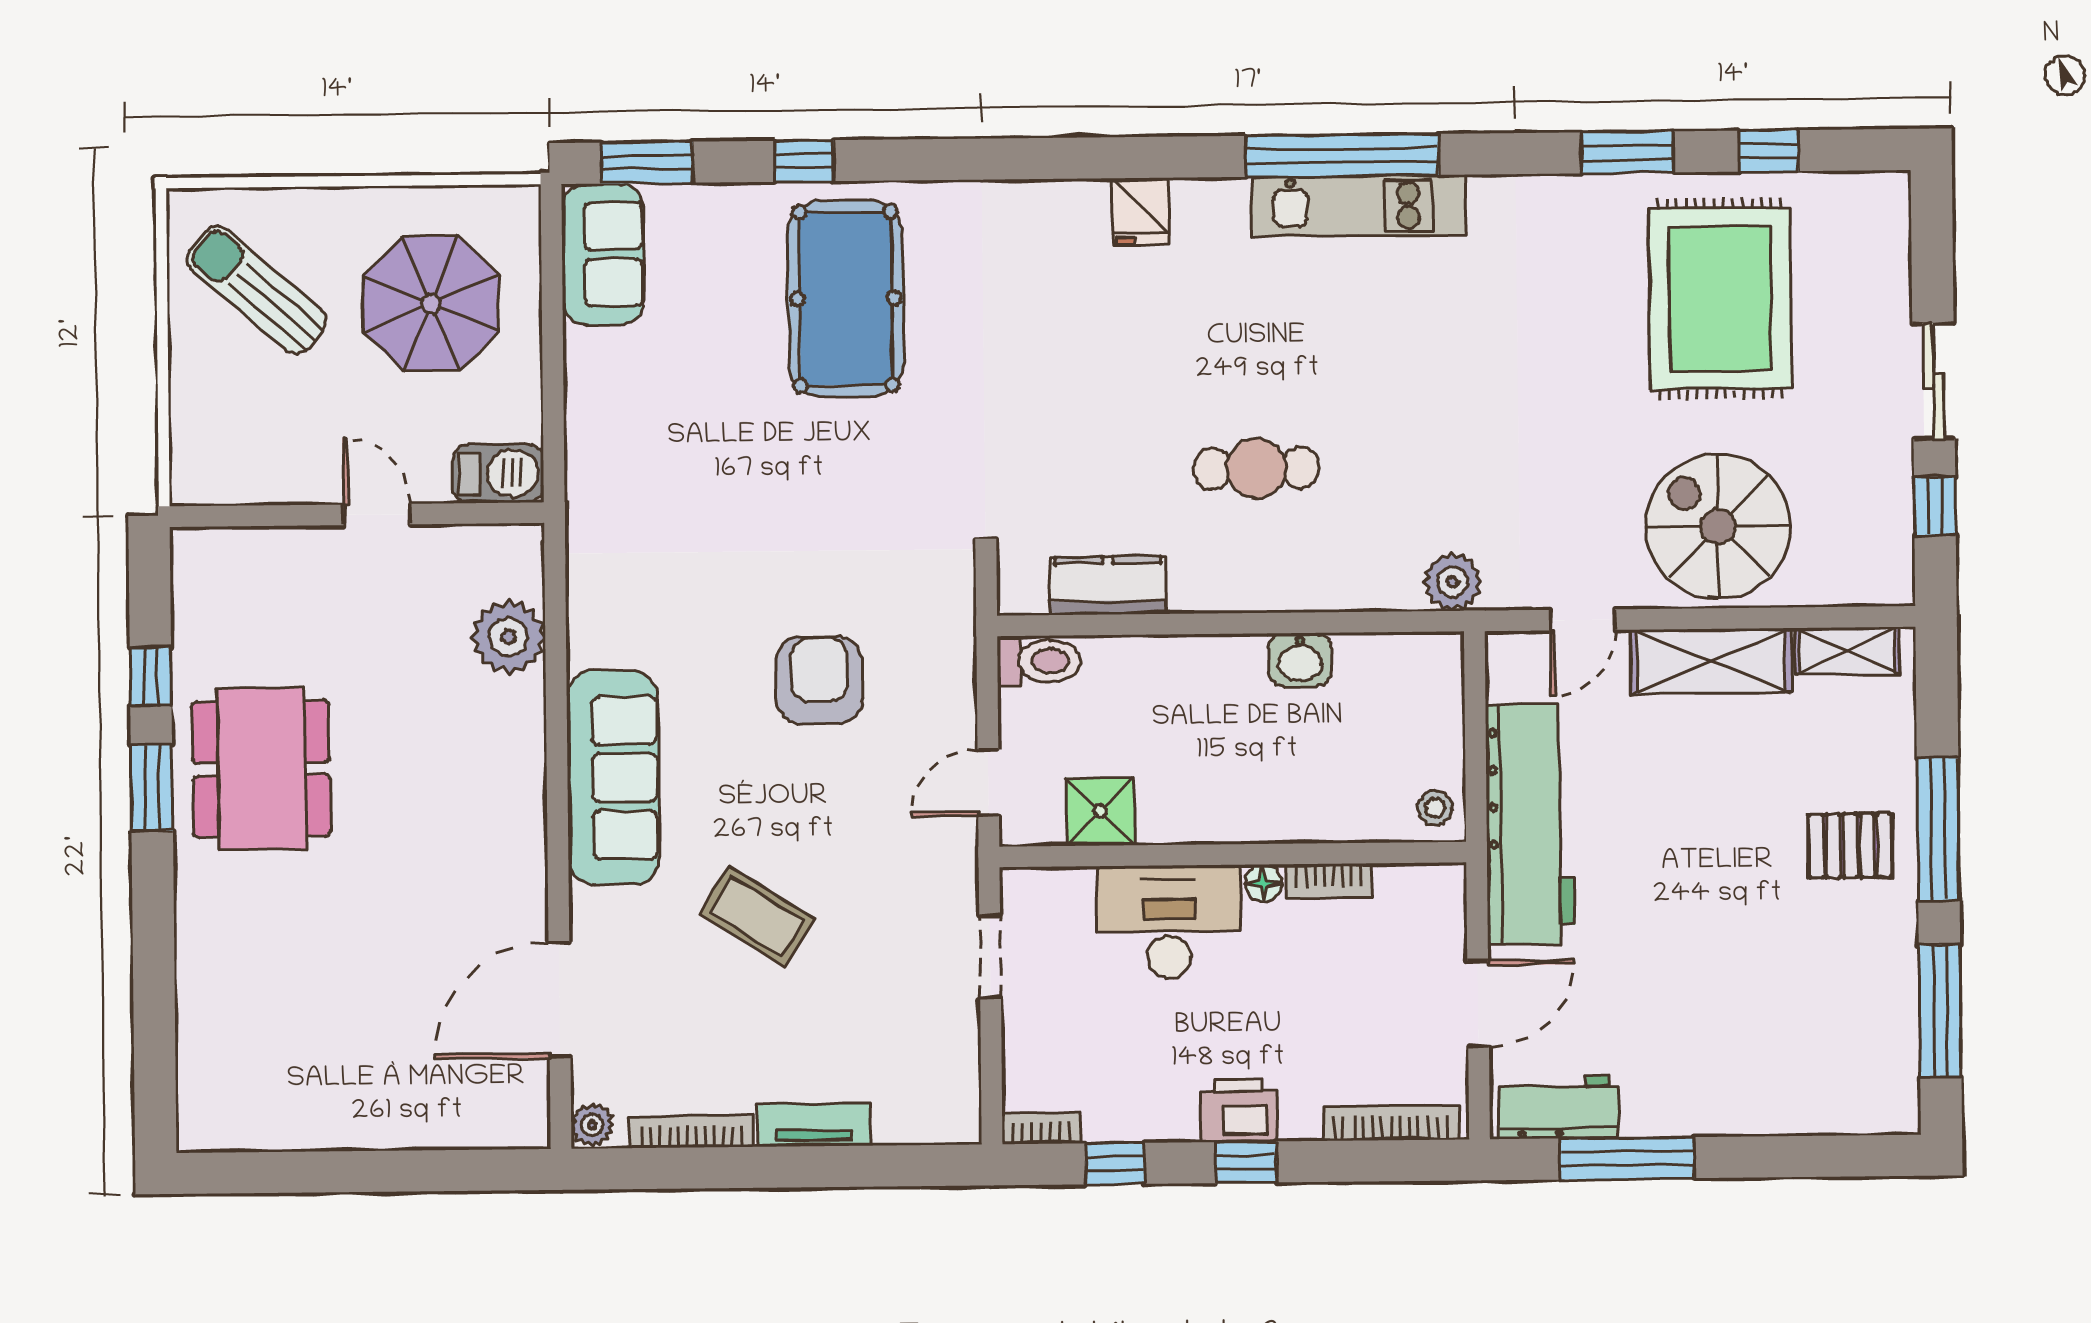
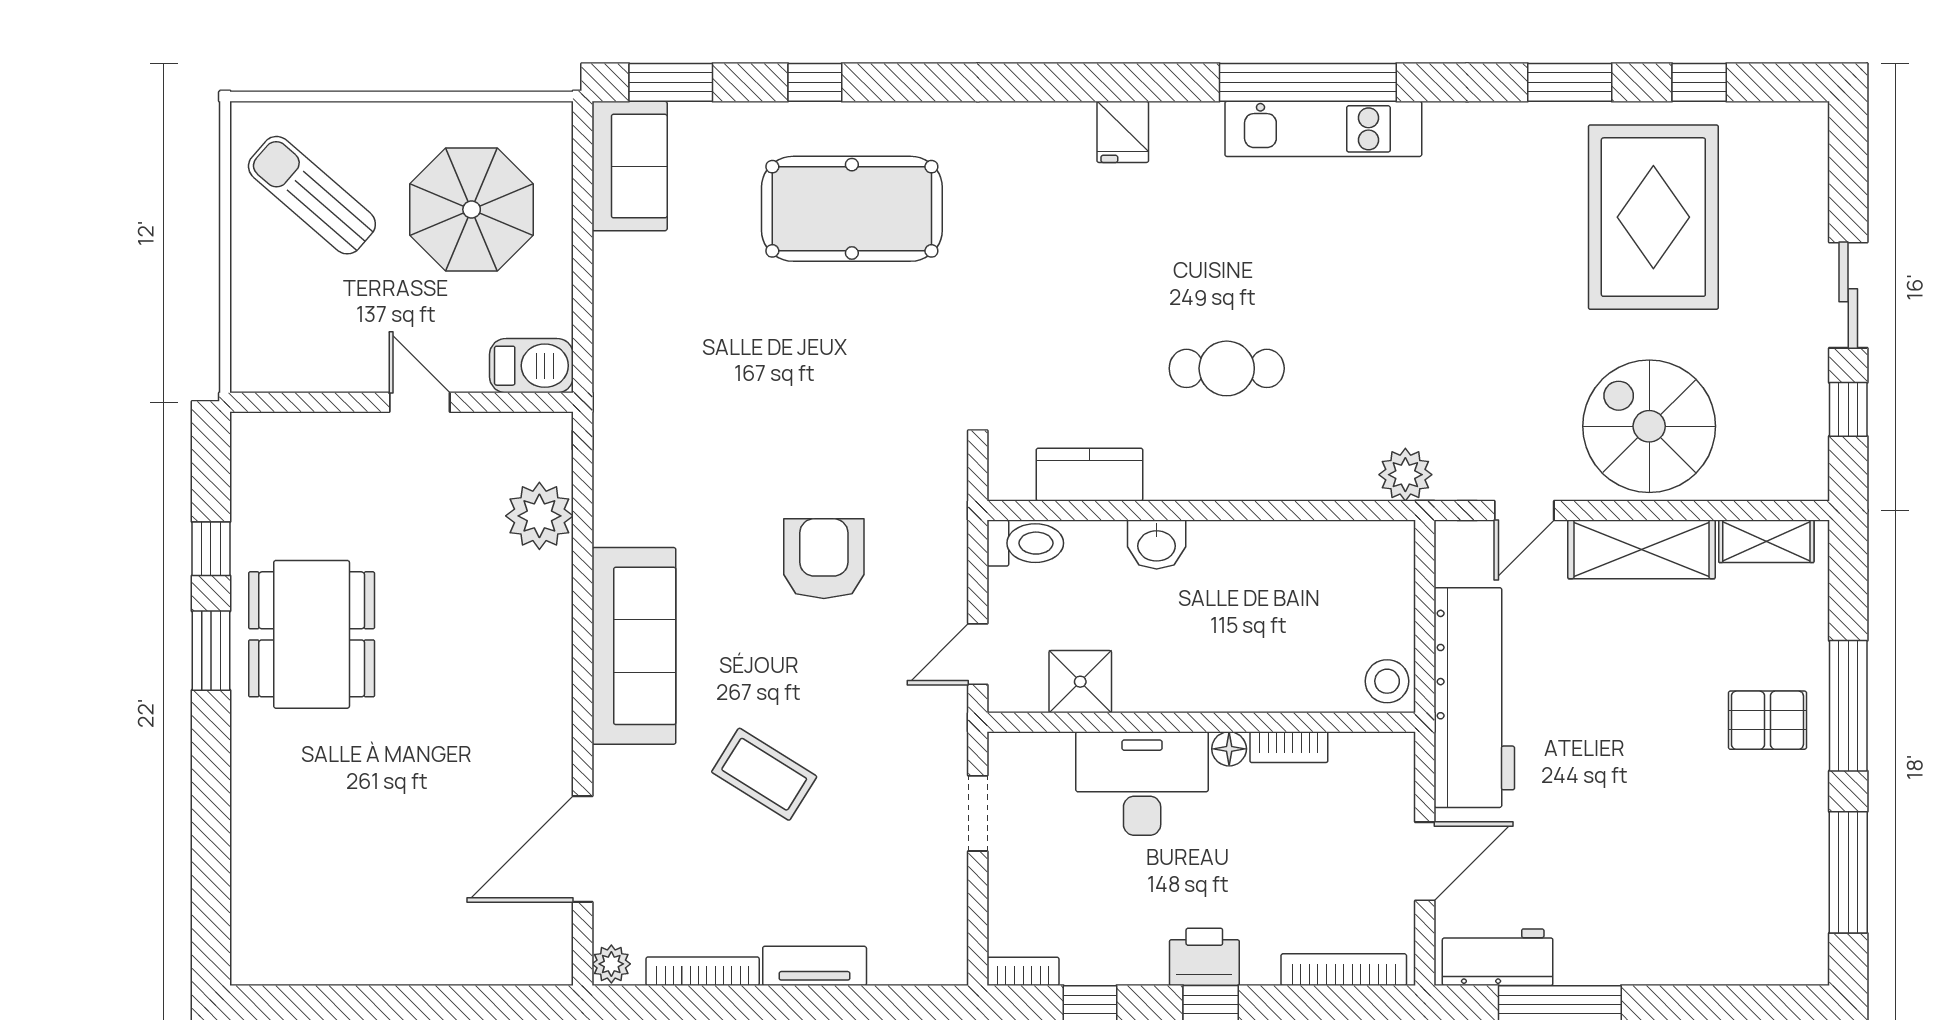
pool table: (846, 298) -> (852, 209), turned 90
washbasin: (1300, 660) -> (1157, 544), moved
stool: (1435, 808) -> (1387, 681), width x1.37, depth x1.37

